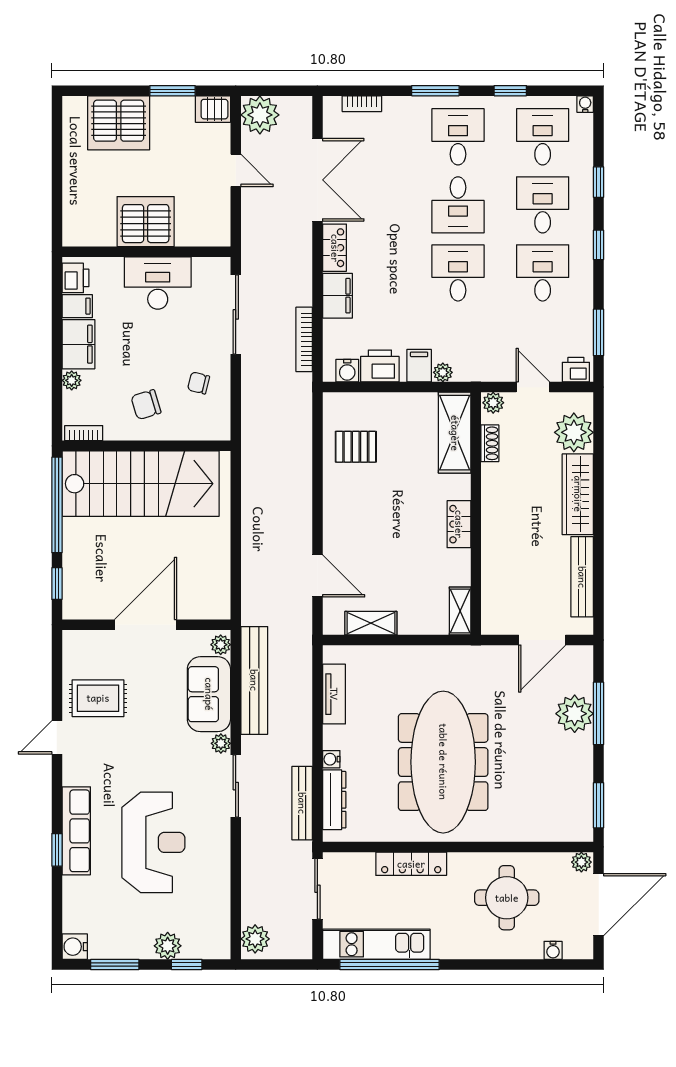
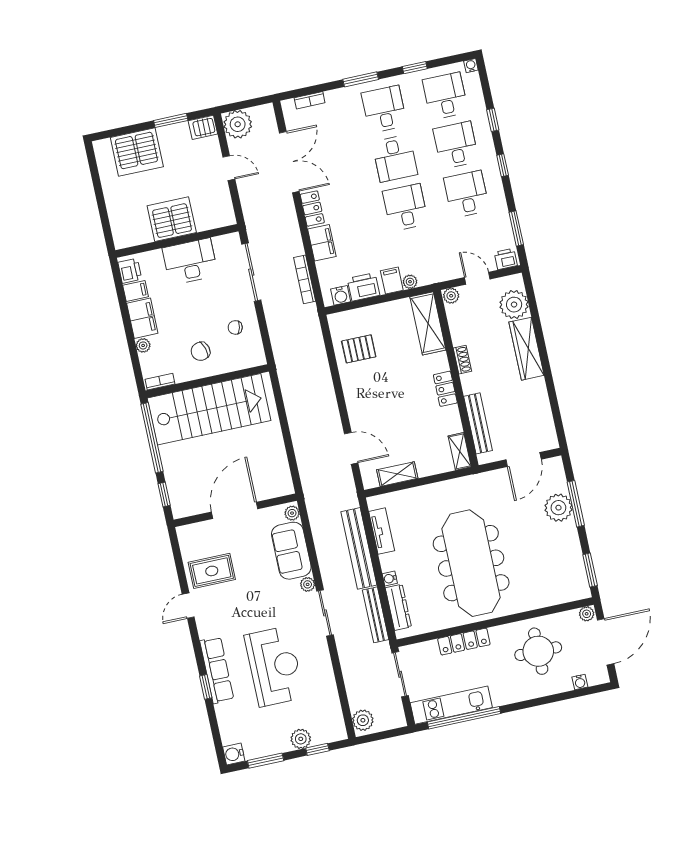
shoe rack: (490, 443) -> (462, 360), moved
bench: (582, 577) -> (478, 423), moved
bench: (254, 680) -> (359, 548), moved

